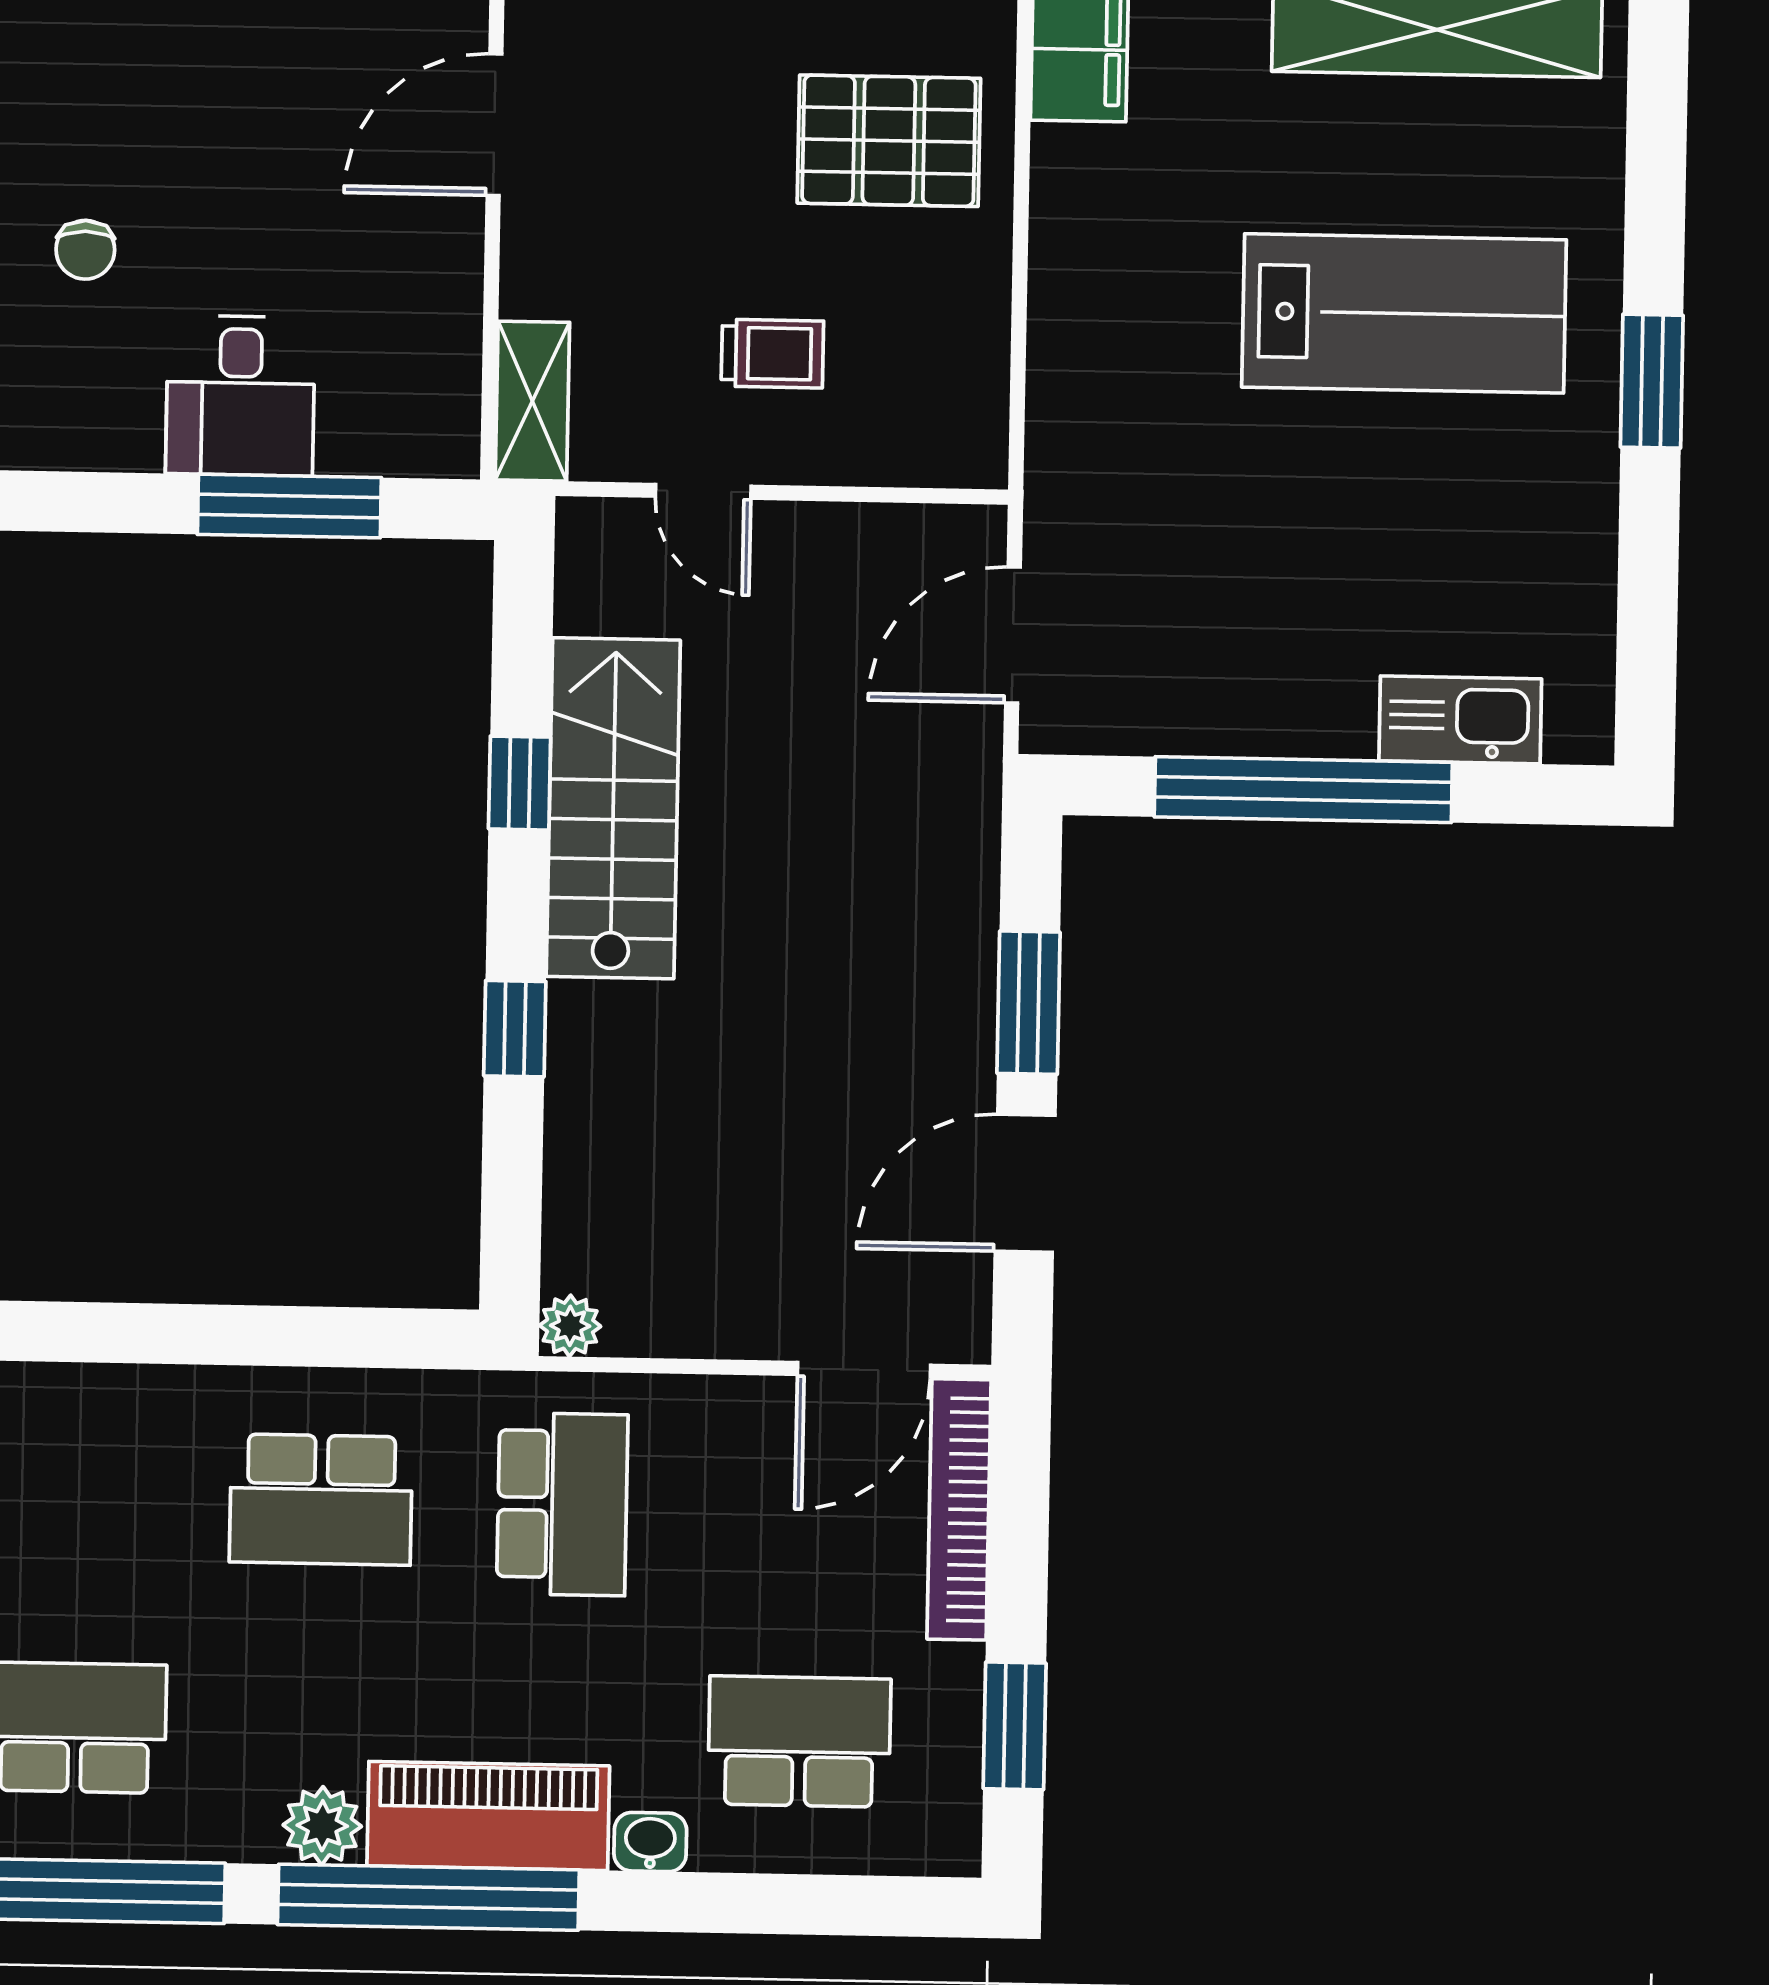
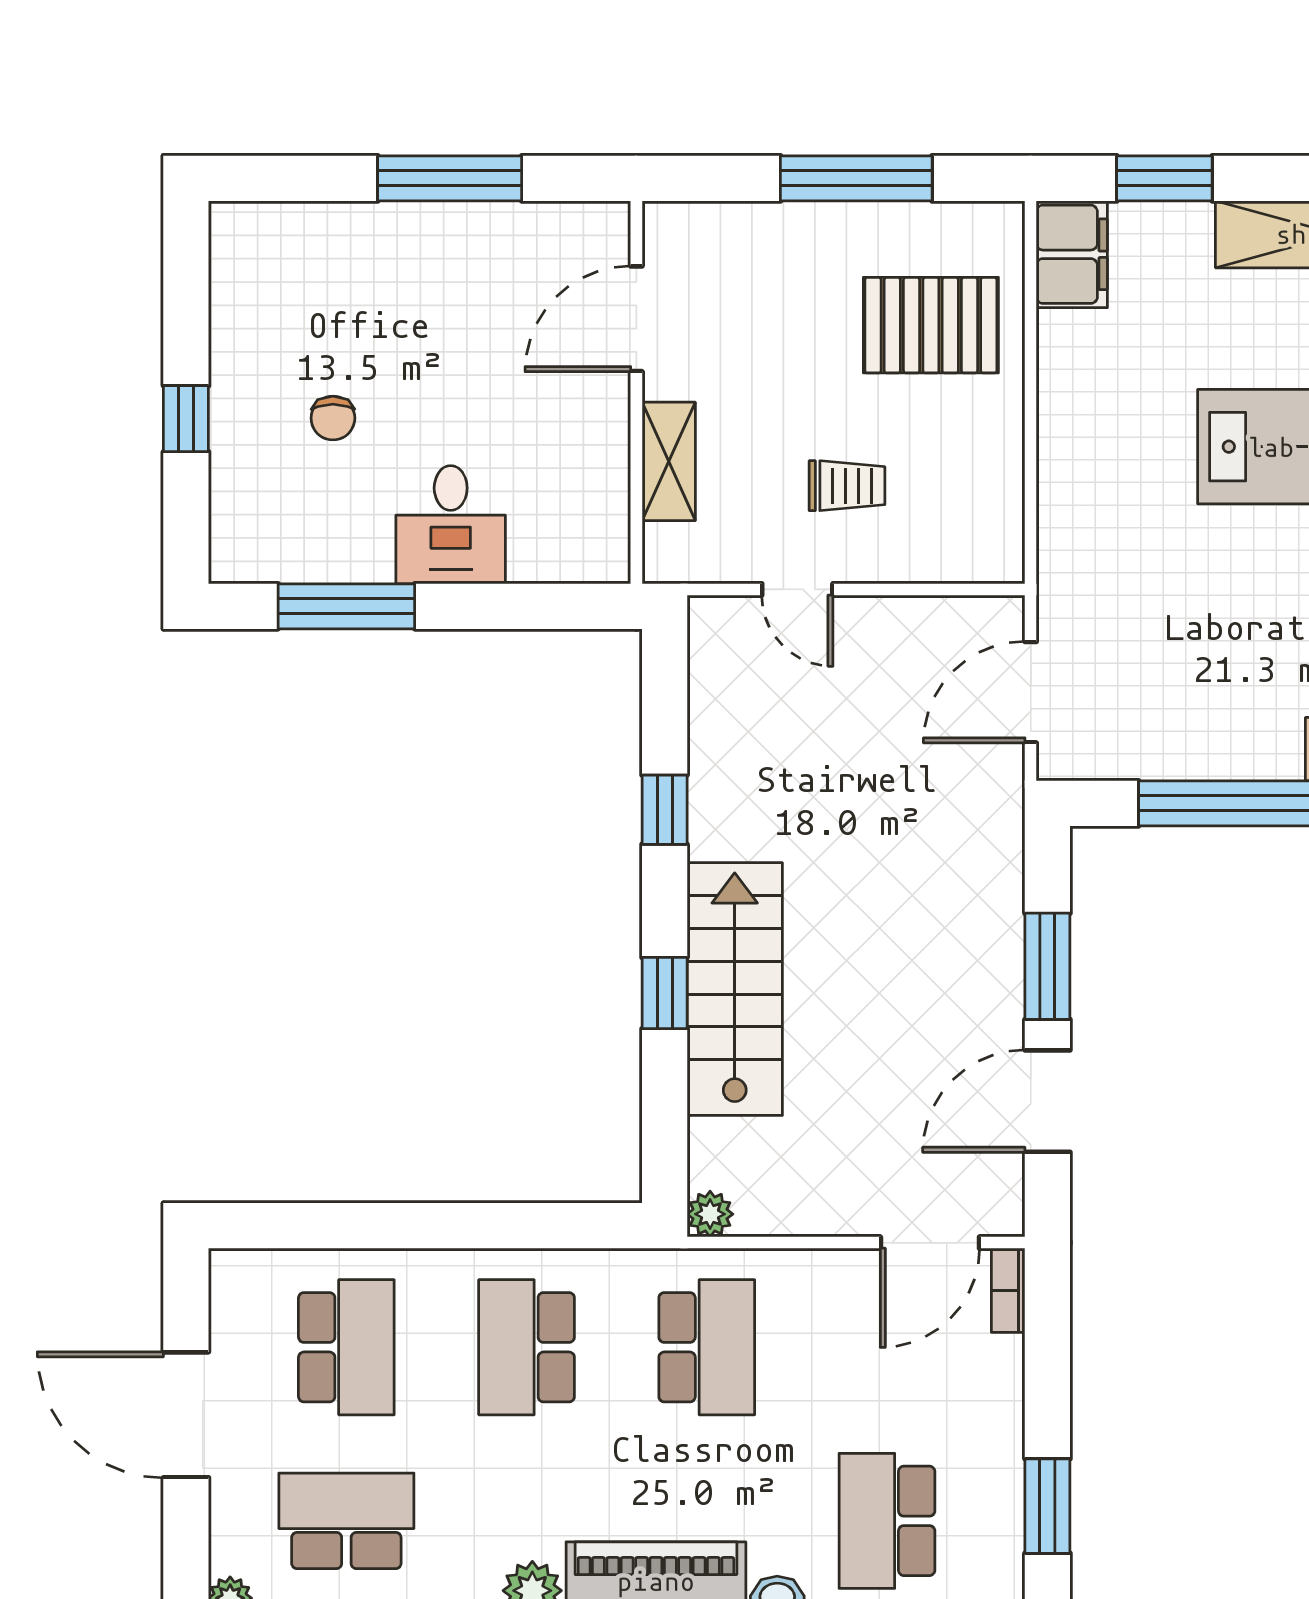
shelving: (532, 401) -> (669, 461), moved
window: (289, 506) -> (346, 606), moved
stairs: (613, 808) -> (735, 989), moved
school desk: (79, 1495) -> (346, 1347), added
school desk: (321, 1500) -> (527, 1347), turned 90
bookcase: (959, 1509) -> (1008, 1290), width x0.43, depth x0.76
school desk: (799, 1742) -> (887, 1521), turned -90

